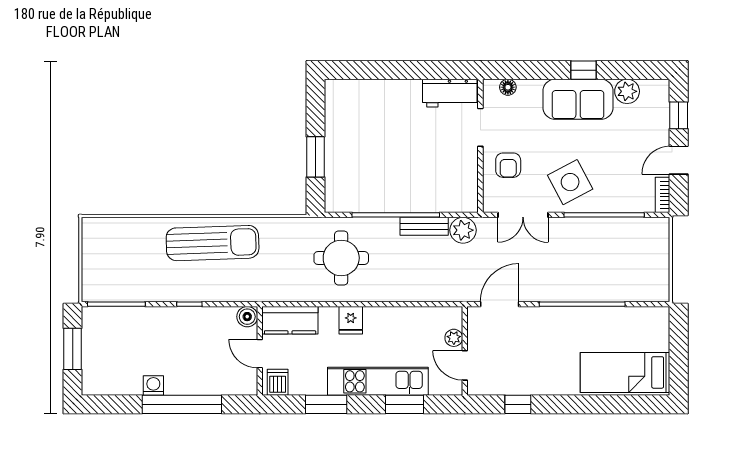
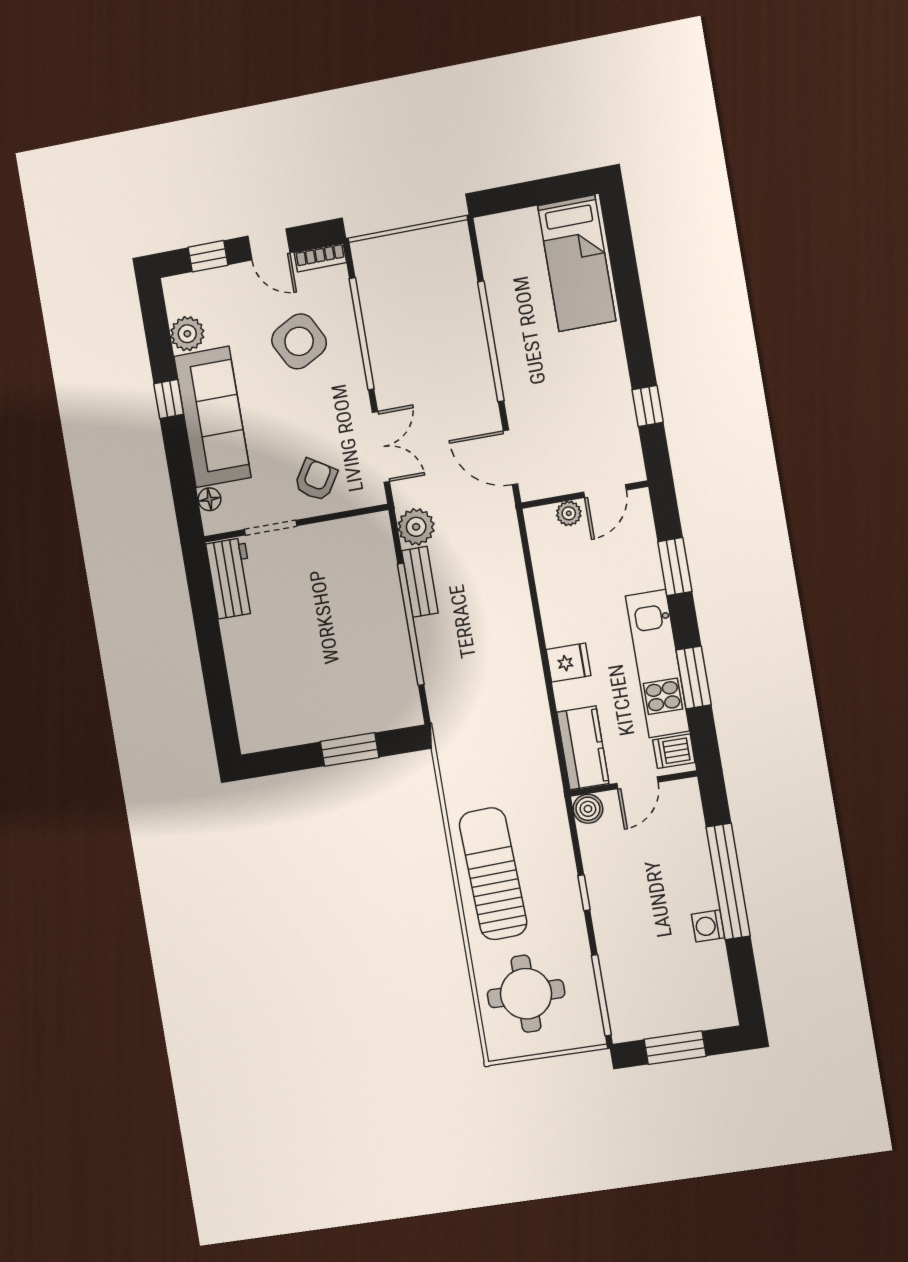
sofa: (578, 99) -> (212, 417), width x1.36
armchair: (508, 165) -> (316, 480), turned -58
side table: (570, 182) -> (299, 341), moved
round table: (341, 258) -> (526, 994), moved
kitchen unit: (378, 381) -> (657, 664), moved

